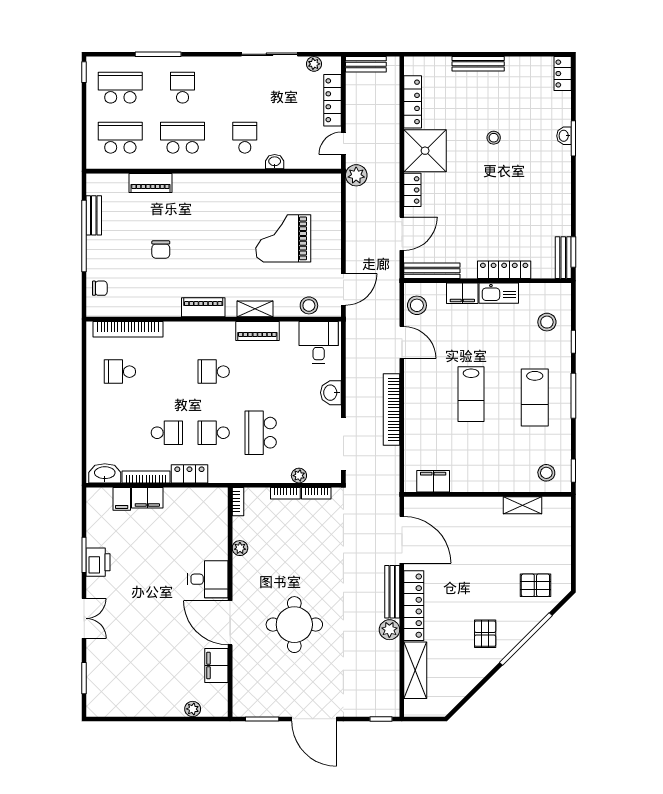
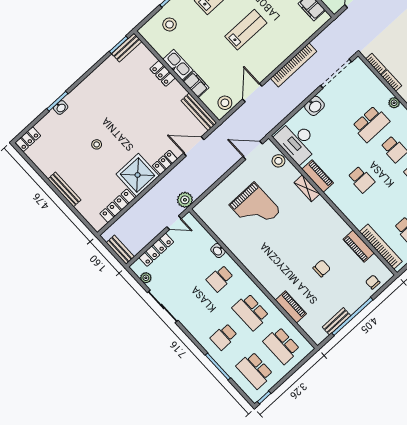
locker: (504, 270) -> (163, 73), width x0.66
piano: (203, 307) -> (359, 246), moved
desk: (319, 342) -> (297, 141), width x1.37
plant: (299, 476) -> (394, 103), moved

